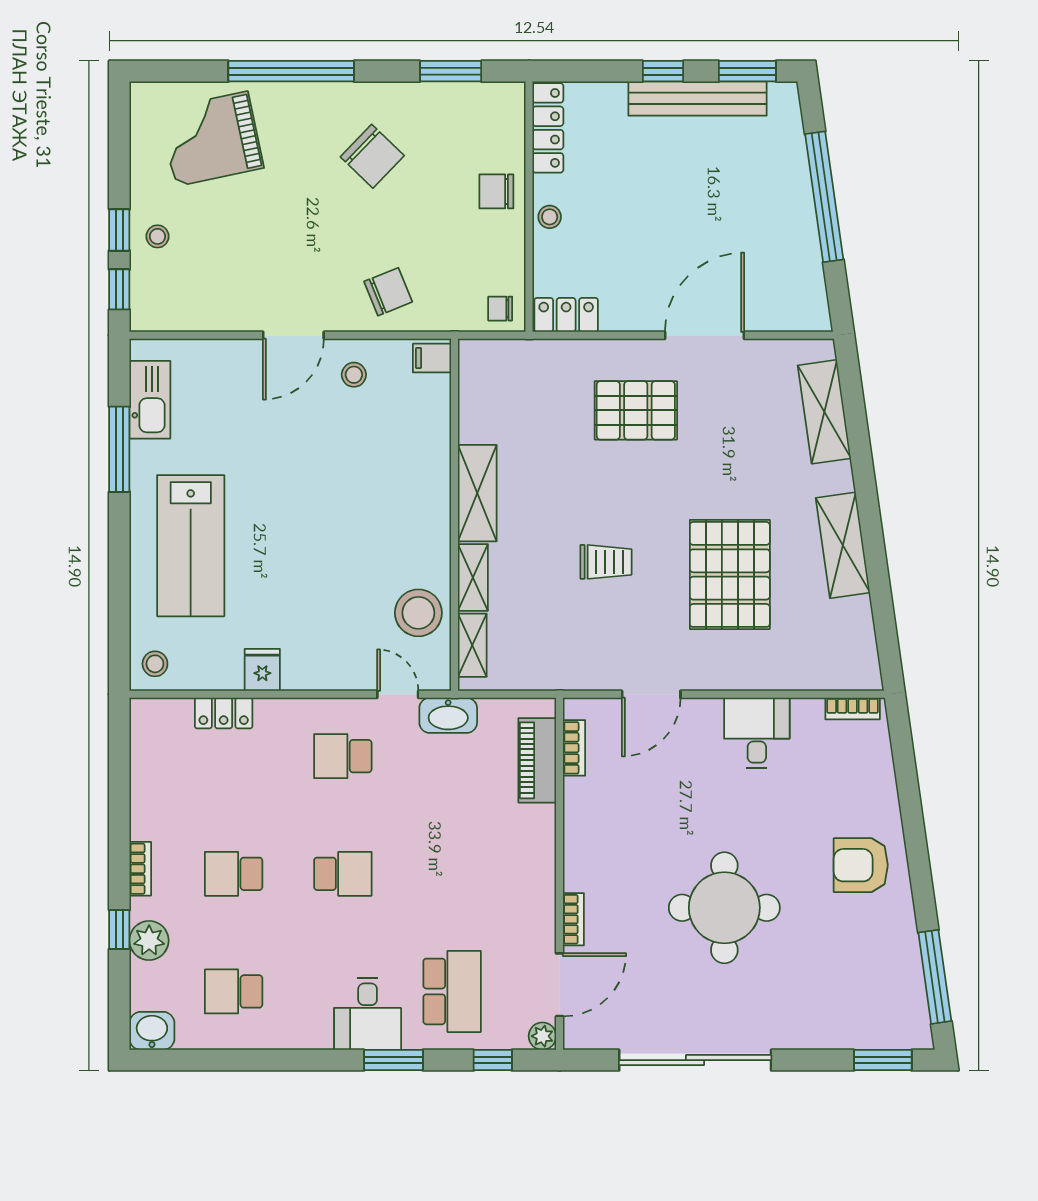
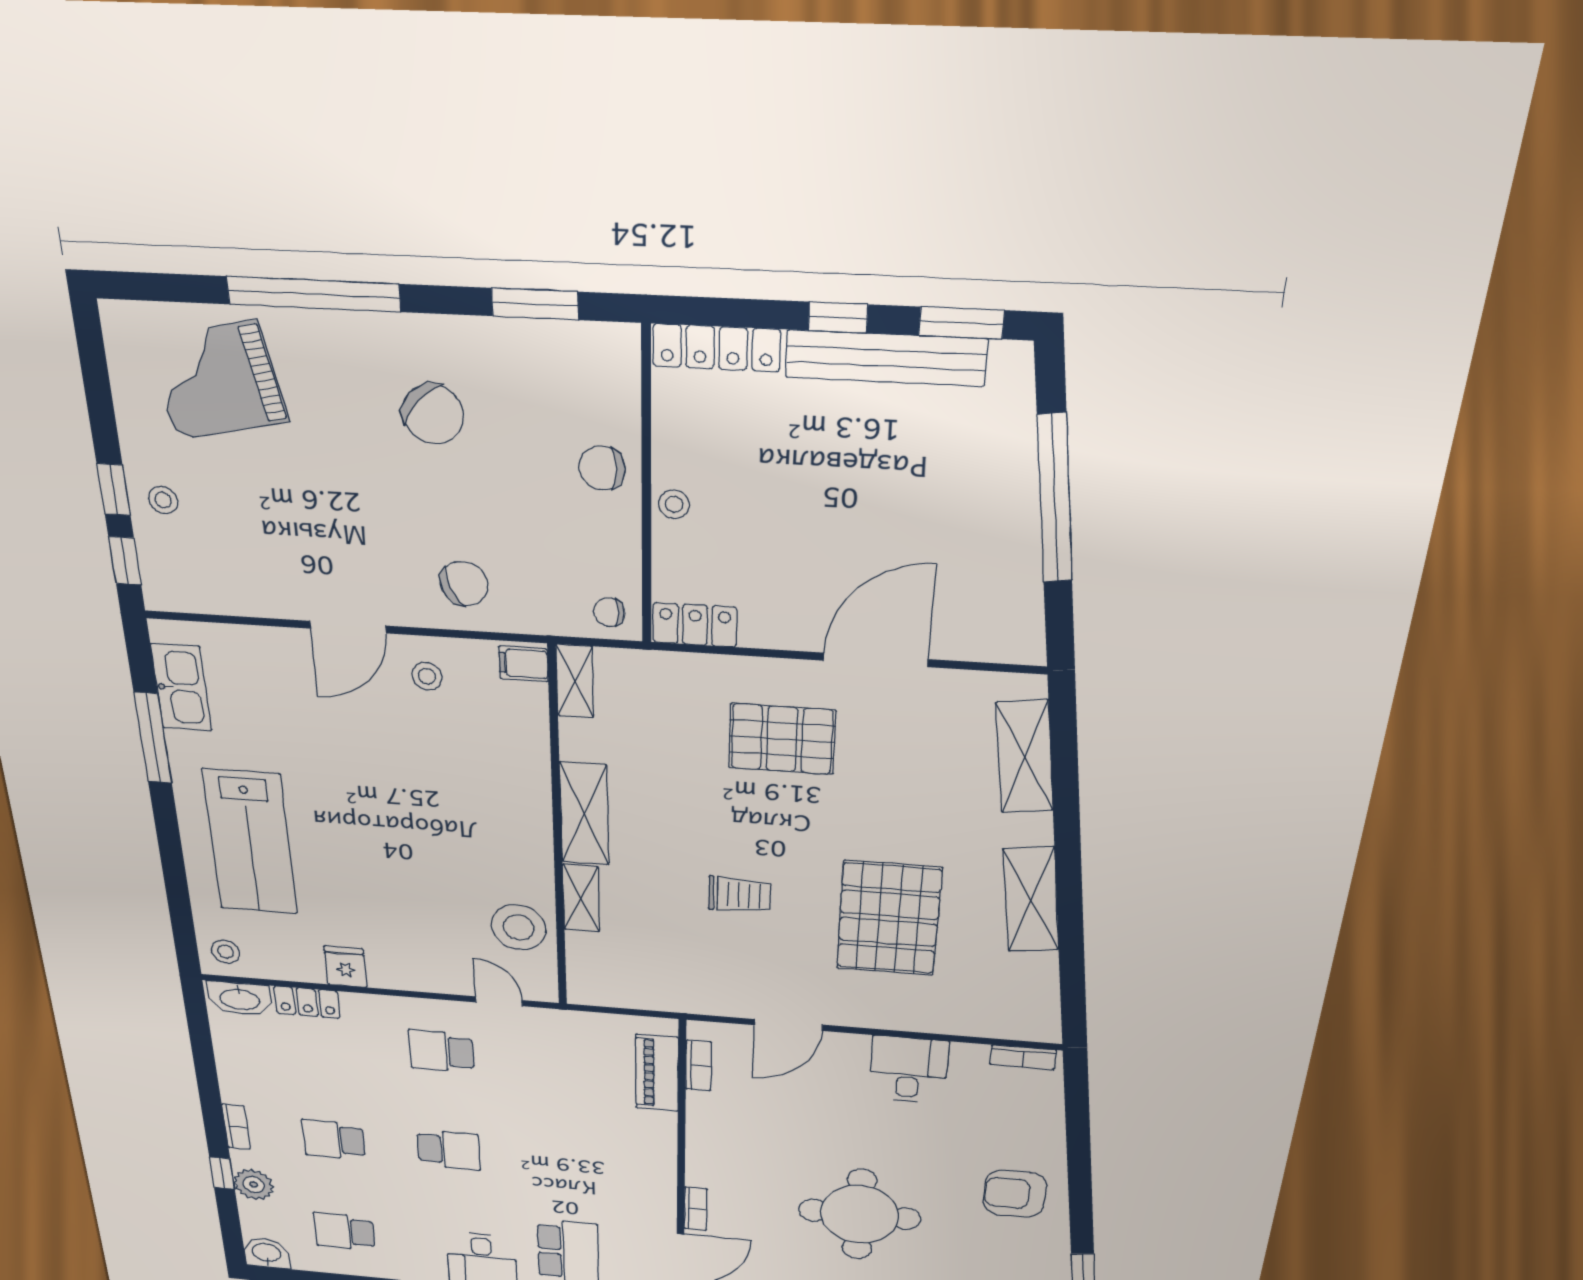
locker: (548, 128) -> (717, 348), moved, turned 90
shelving: (472, 645) -> (575, 681), moved
washbasin: (448, 715) -> (240, 999), moved

